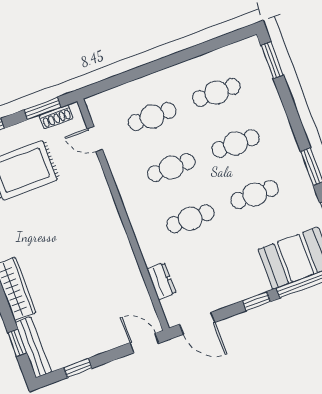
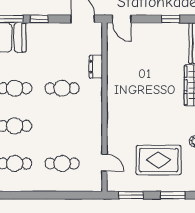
shoe rack: (56, 117) -> (124, 186), removed
cafe table: (171, 168) -> (62, 126), removed
dresser: (161, 281) -> (96, 67), moved

